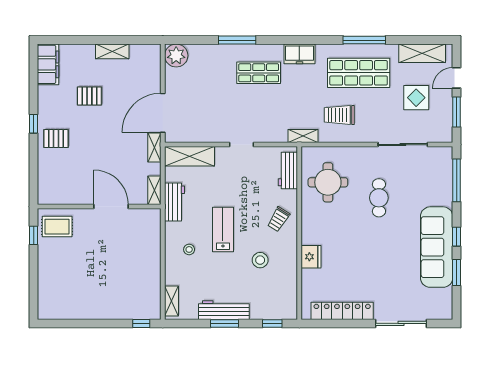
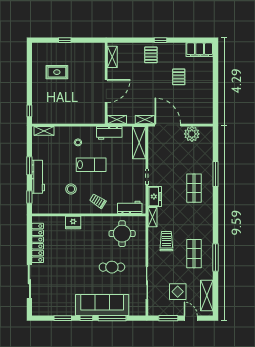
shelving: (112, 51) -> (112, 57), moved
freezer: (299, 54) -> (155, 197), moved, turned 180
plant: (176, 56) -> (192, 134), moved
shop shelf: (359, 73) -> (194, 254), width x0.70, depth x0.74
window: (457, 180) -> (112, 318), moved
rug: (57, 227) -> (57, 72), moved, turned 90
window: (34, 235) -> (65, 40), moved
sofa: (437, 247) -> (102, 305), moved
workbench: (224, 310) -> (38, 177), moved

